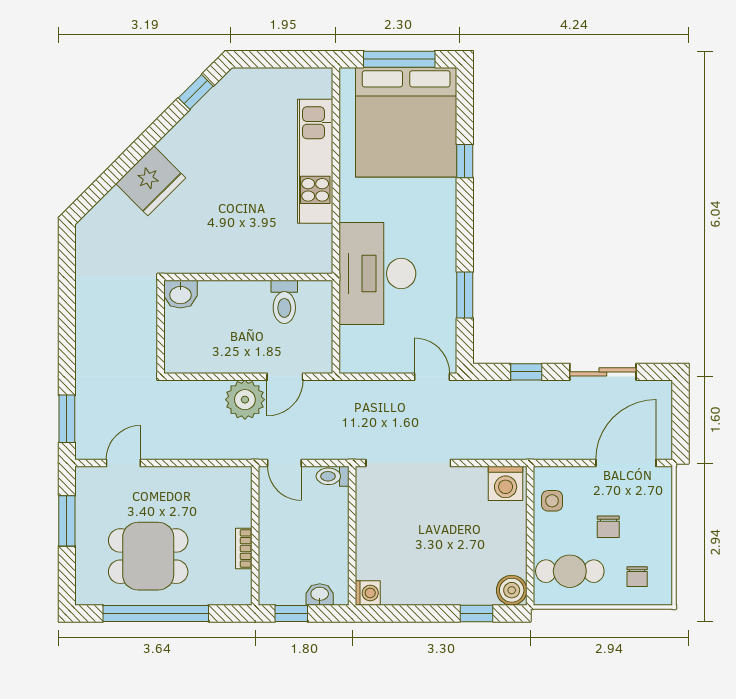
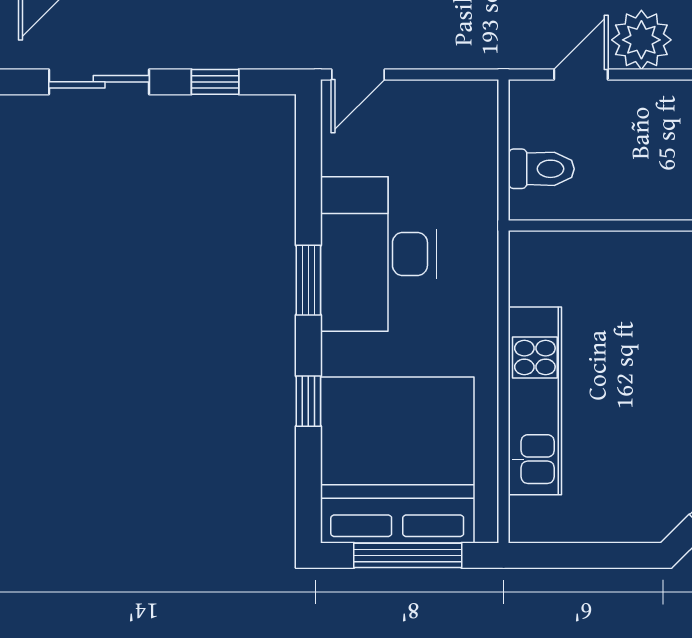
desk: (377, 274) -> (379, 254), moved, turned 180
window: (465, 295) -> (308, 280), moved
toilet: (284, 302) -> (541, 169), moved, turned 90
door: (432, 377) -> (358, 74), hinge flipped

